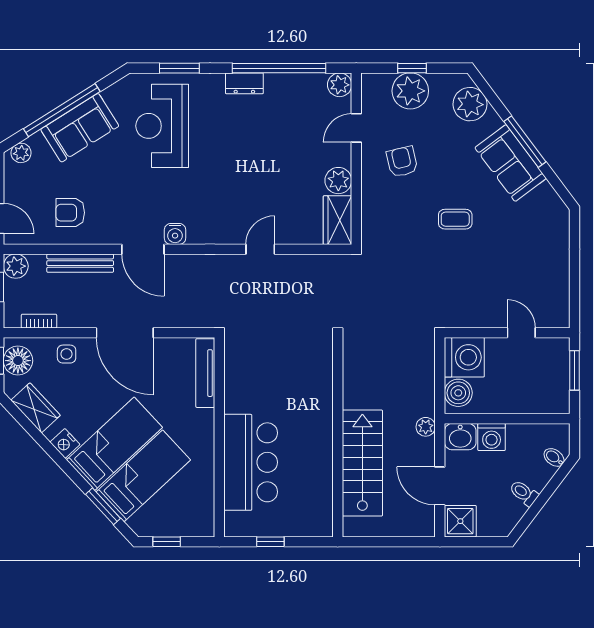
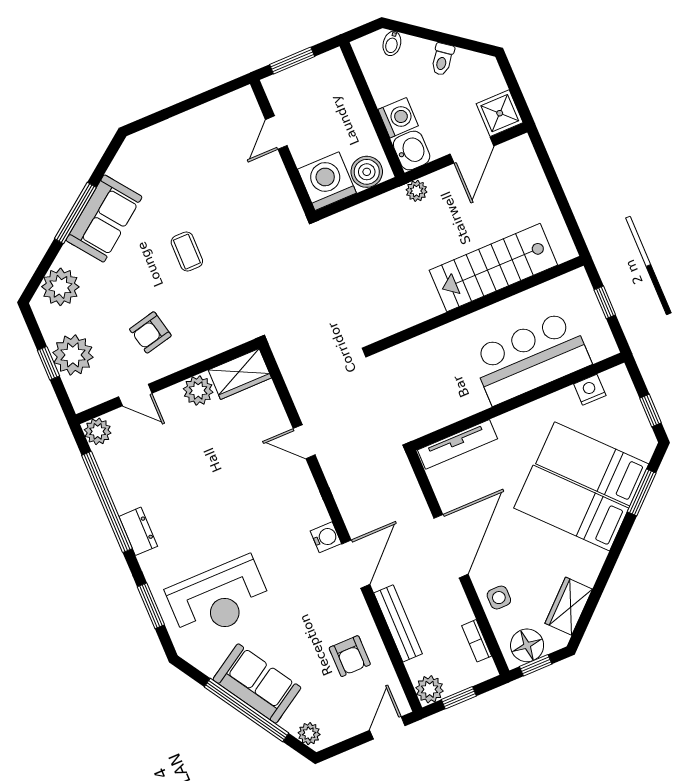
wall: (338, 437) -> (477, 305), moved
nightstand: (65, 443) -> (590, 390), moved, turned -137
stairs: (362, 463) -> (493, 268), moved

